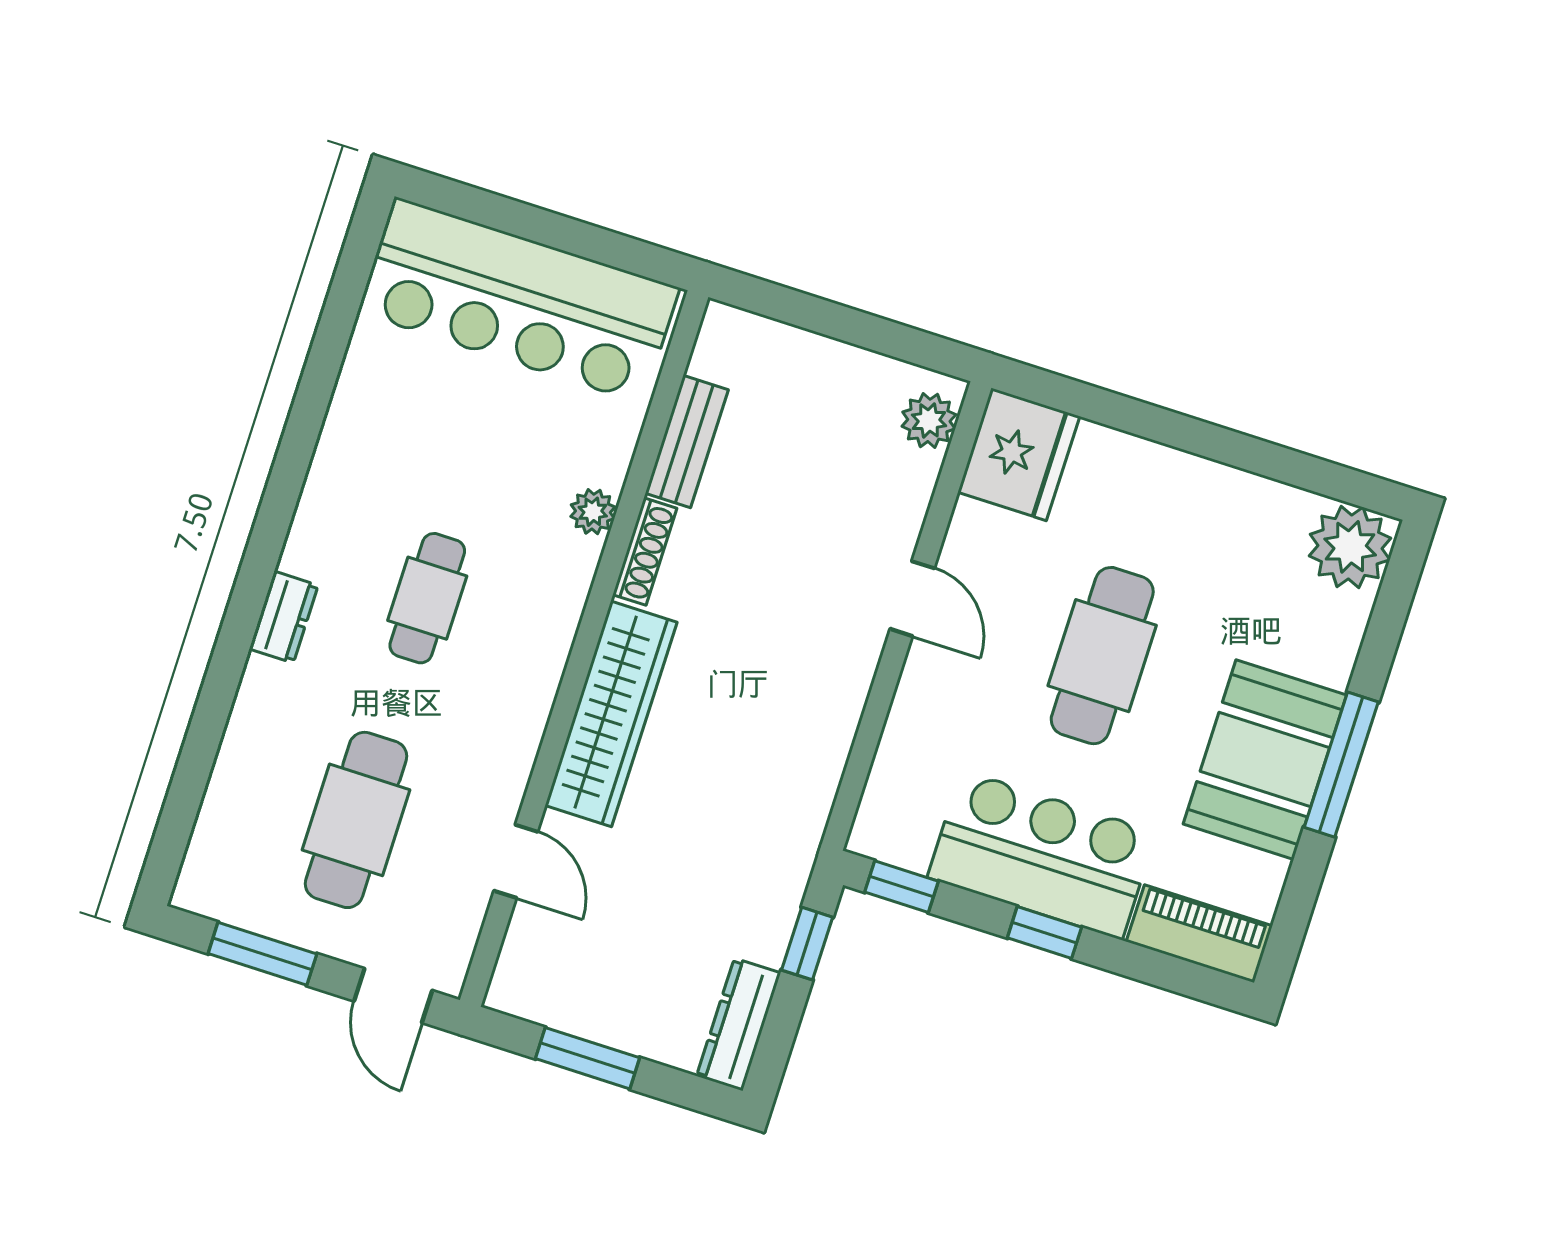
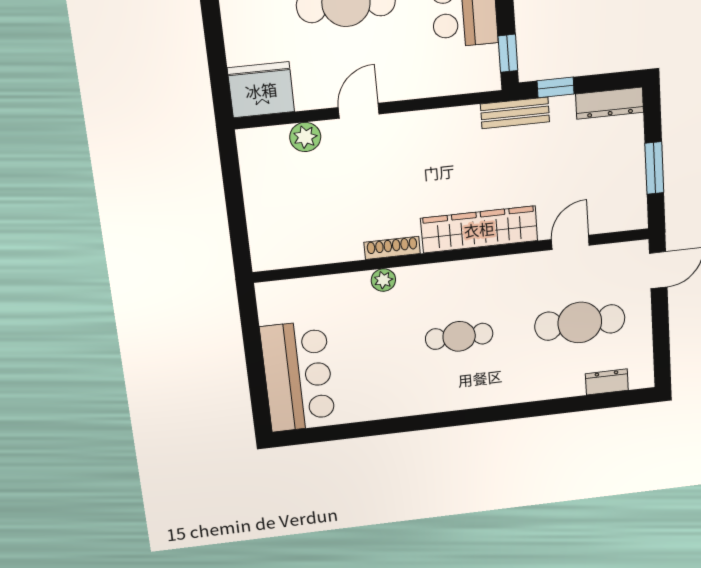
bar counter: (519, 300) -> (298, 376), width x0.73
plant: (929, 420) -> (305, 137), moved
bench: (687, 442) -> (515, 113), moved
dresser: (284, 617) -> (607, 382), moved
window: (262, 954) -> (661, 336), removed

